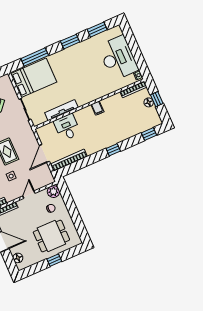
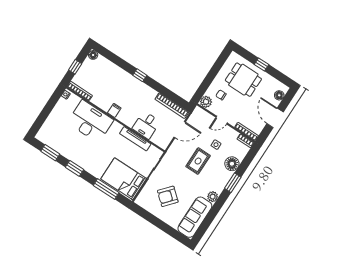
desk: (118, 58) -> (90, 121), moved, turned 90
floor lamp: (149, 102) -> (93, 55), moved
window: (149, 134) -> (108, 54), removed

